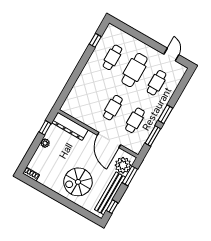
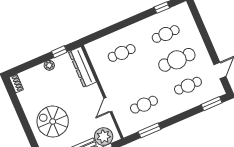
cafe table: (113, 108) -> (122, 53), moved
window: (165, 114) -> (212, 104), moved
door: (109, 140) -> (108, 105), width x0.53

